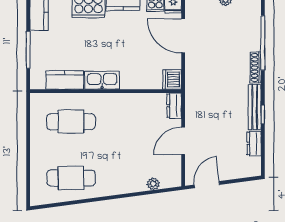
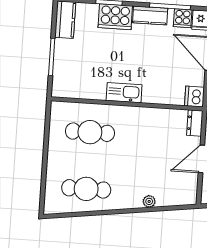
kitchen counter: (65, 80) -> (86, 90), removed
plant: (153, 184) -> (149, 201), moved

